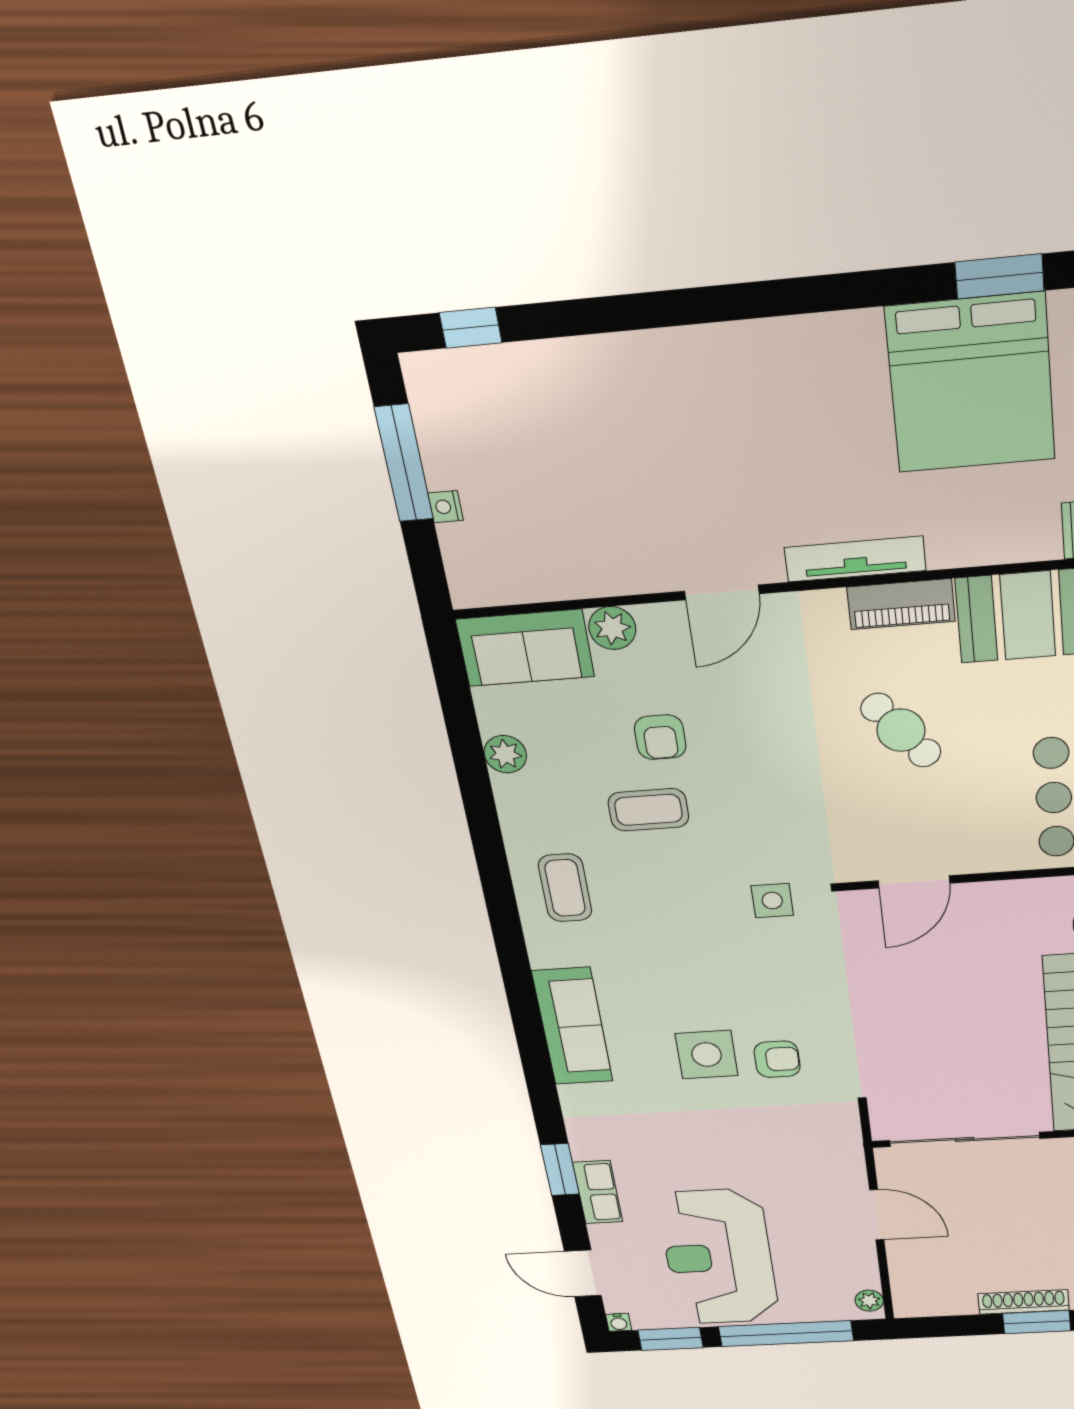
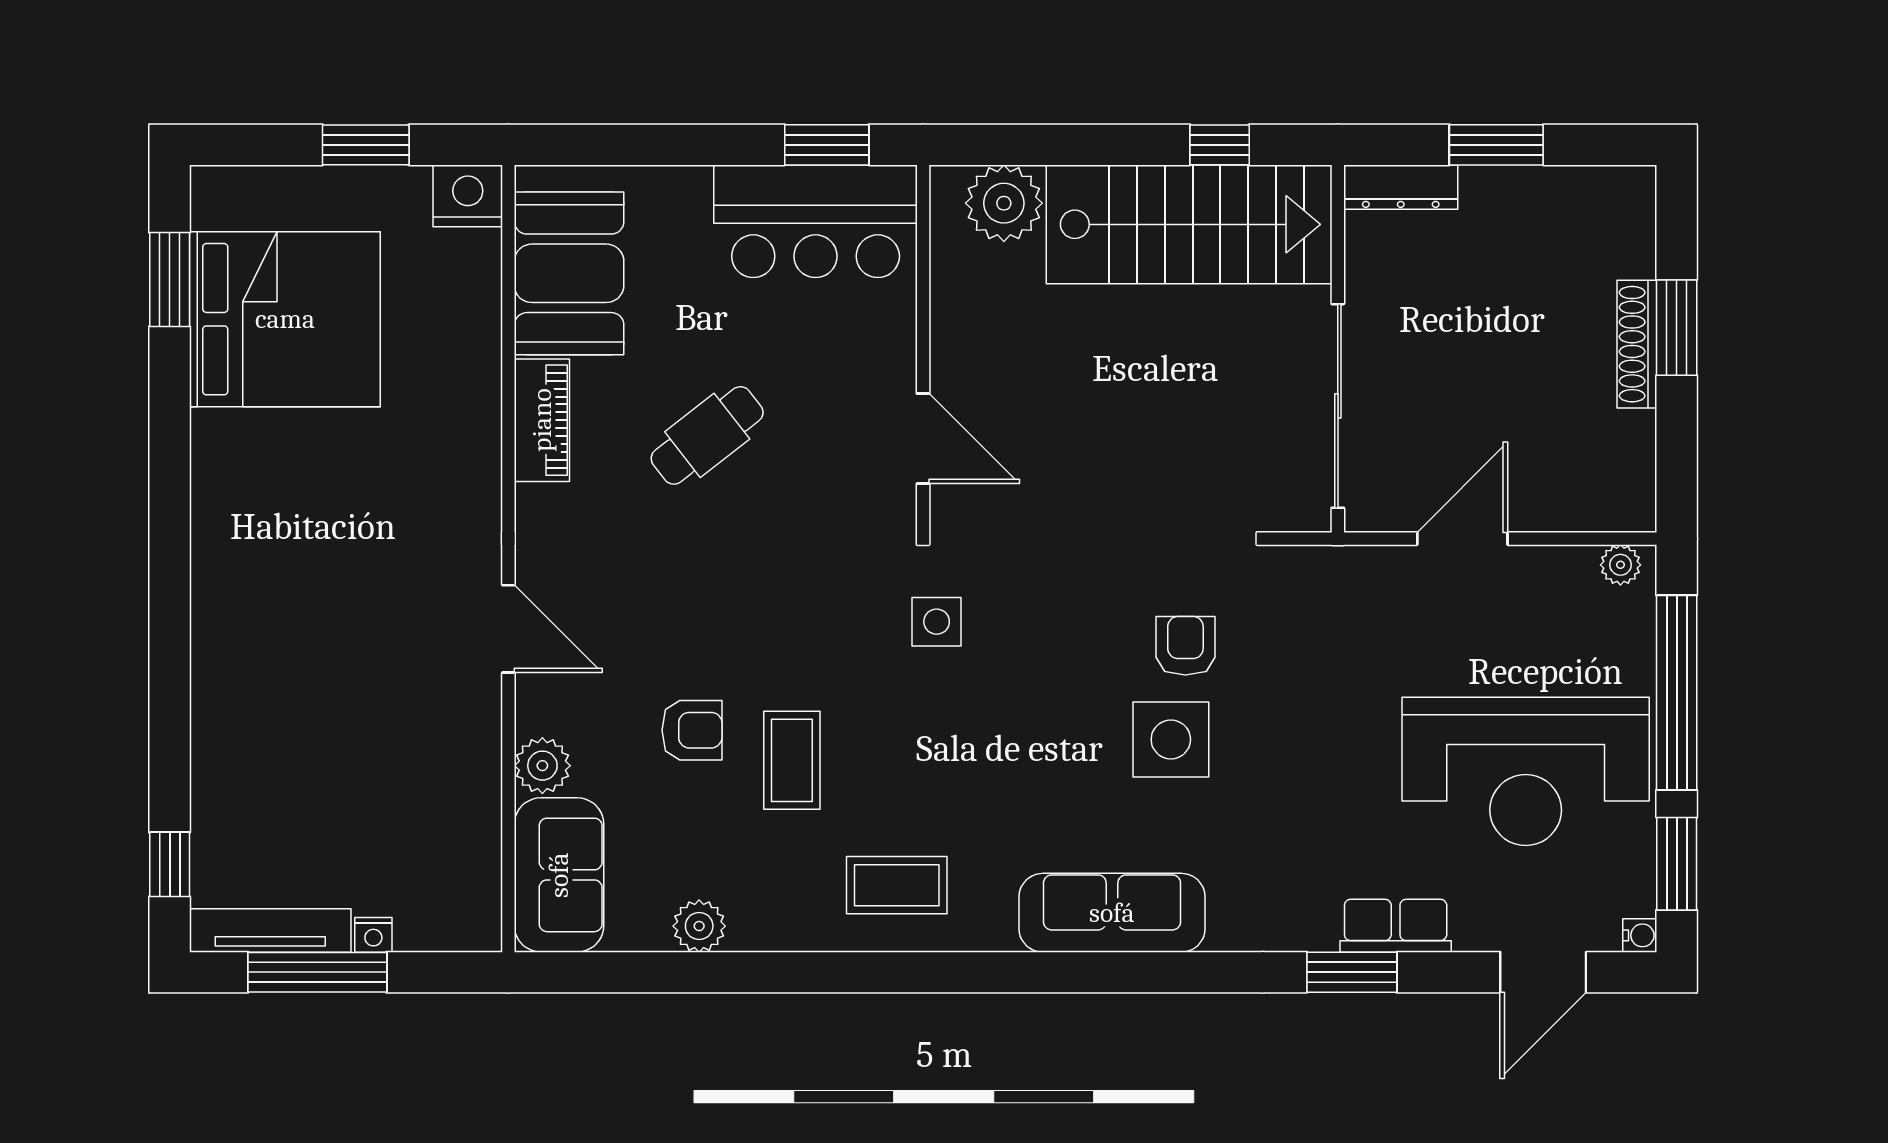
tv unit: (855, 559) -> (270, 930), moved, turned 90

